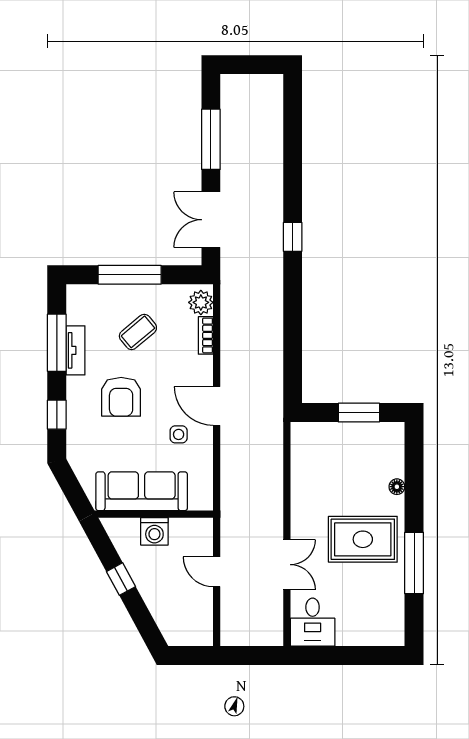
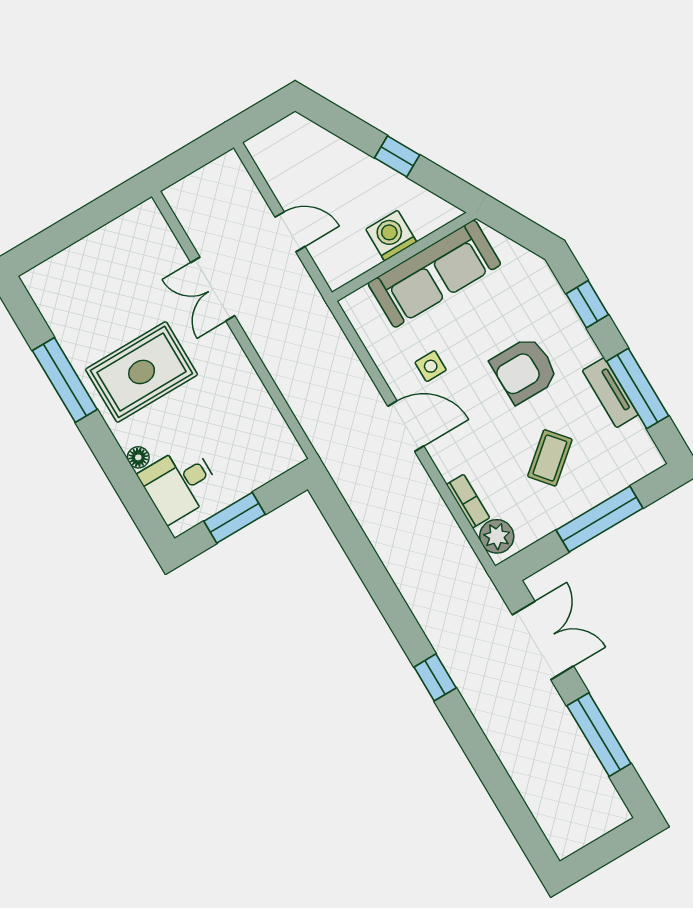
armchair: (121, 397) -> (524, 370), turned -90
desk: (313, 622) -> (180, 484), moved, turned -90

